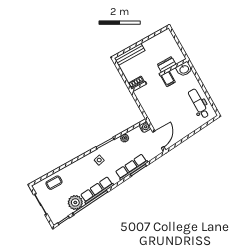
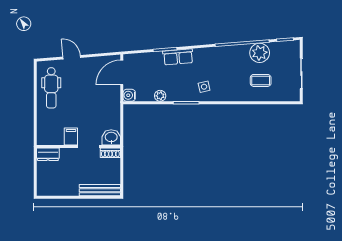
dresser: (167, 64) -> (48, 154), moved
washbasin: (184, 69) -> (111, 137), moved
door: (196, 131) -> (72, 57), added
row of seats: (131, 167) -> (178, 57), width x0.68
coffee table: (54, 183) -> (261, 80), moved
row of seats: (97, 190) -> (226, 53), removed

